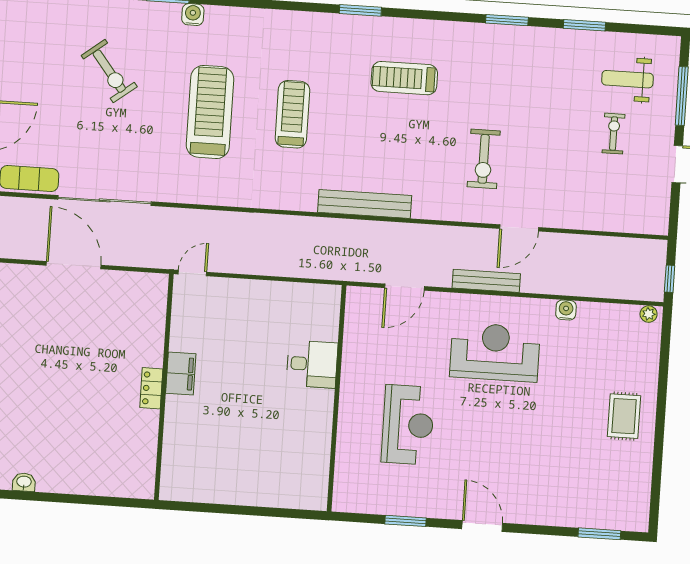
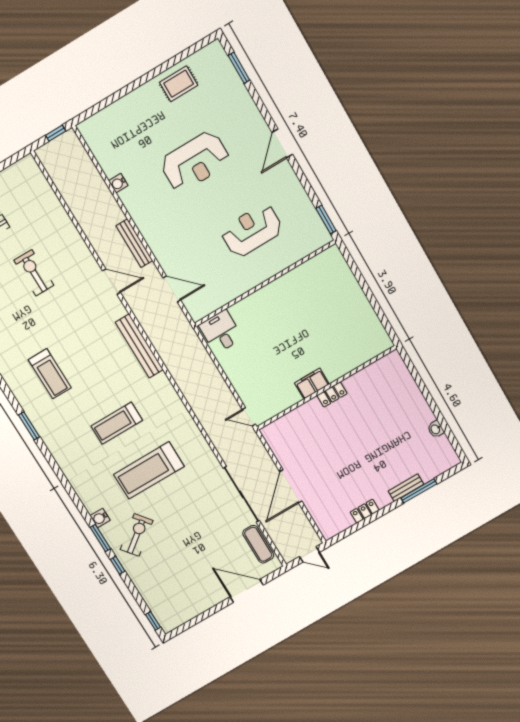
exercise bike: (109, 71) -> (137, 535), moved
exercise bike: (484, 159) -> (34, 273), moved, turned -90
door: (519, 228) -> (111, 282), moved
plant: (649, 314) -> (86, 131), removed
reception desk: (495, 352) -> (195, 162), moved, turned -90
desk: (312, 364) -> (221, 332), moved
rug: (624, 416) -> (179, 84), moved
window: (406, 521) -> (326, 220), moved

